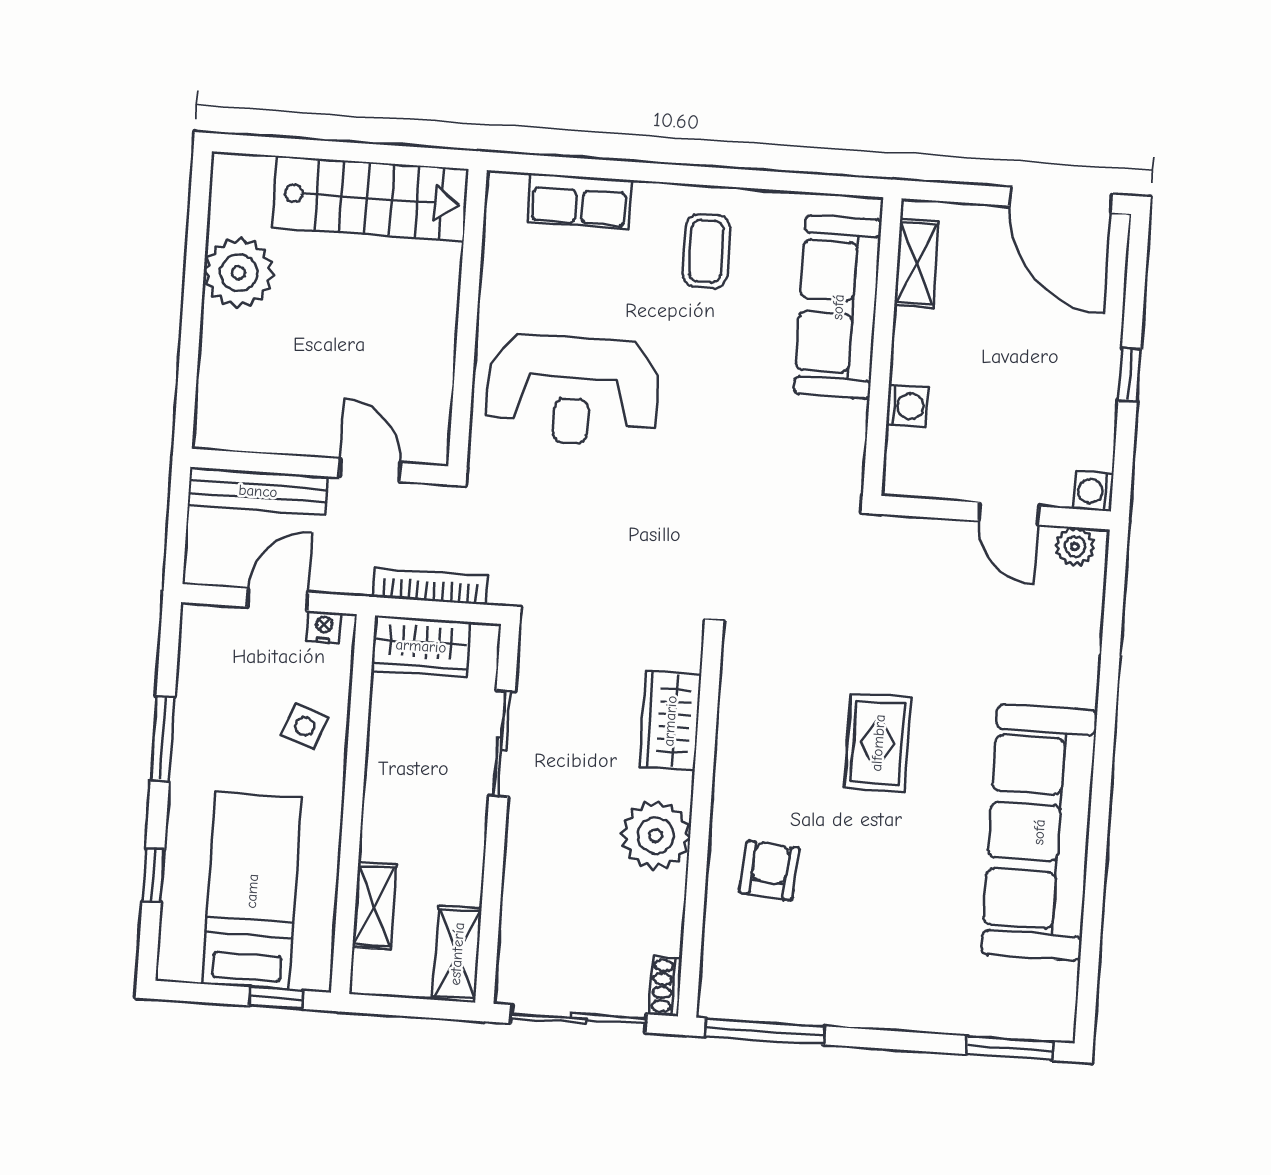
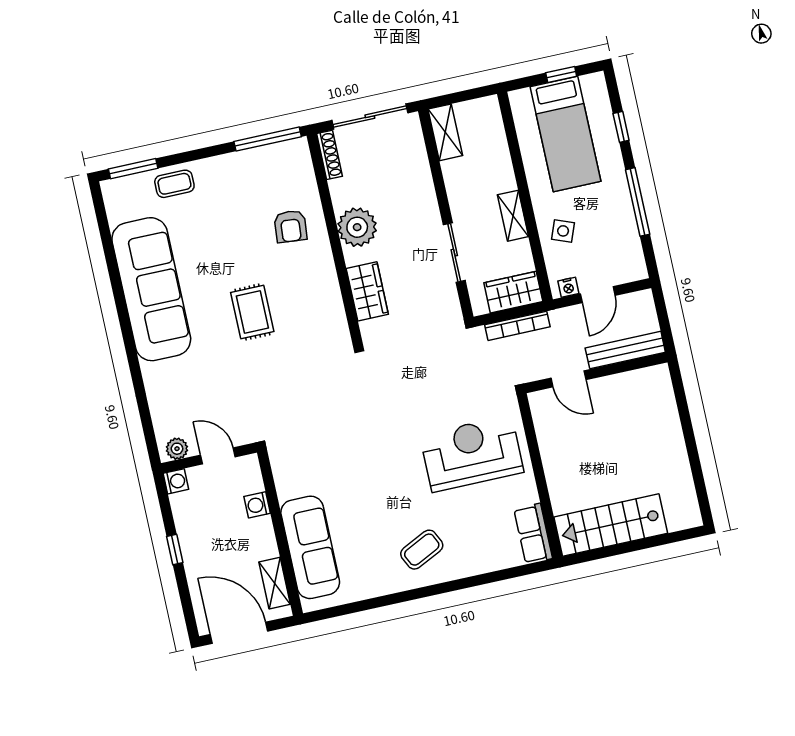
row of seats: (580, 201) -> (533, 534), moved, turned -90
coffee table: (706, 251) -> (422, 550), turned 64
shelving: (917, 263) -> (275, 583), moved
plant: (239, 273) -> (670, 464), removed
sofa: (838, 307) -> (310, 547), moved
wall: (882, 346) -> (280, 533), moved
washing machine: (907, 406) -> (257, 505), moved
window: (163, 738) -> (638, 202), width x1.44
shelving: (374, 906) -> (513, 216), moved
shoe rack: (666, 986) -> (330, 155), width x1.43
window: (277, 998) -> (561, 74), moved
coffee table: (947, 1001) -> (174, 184), added

